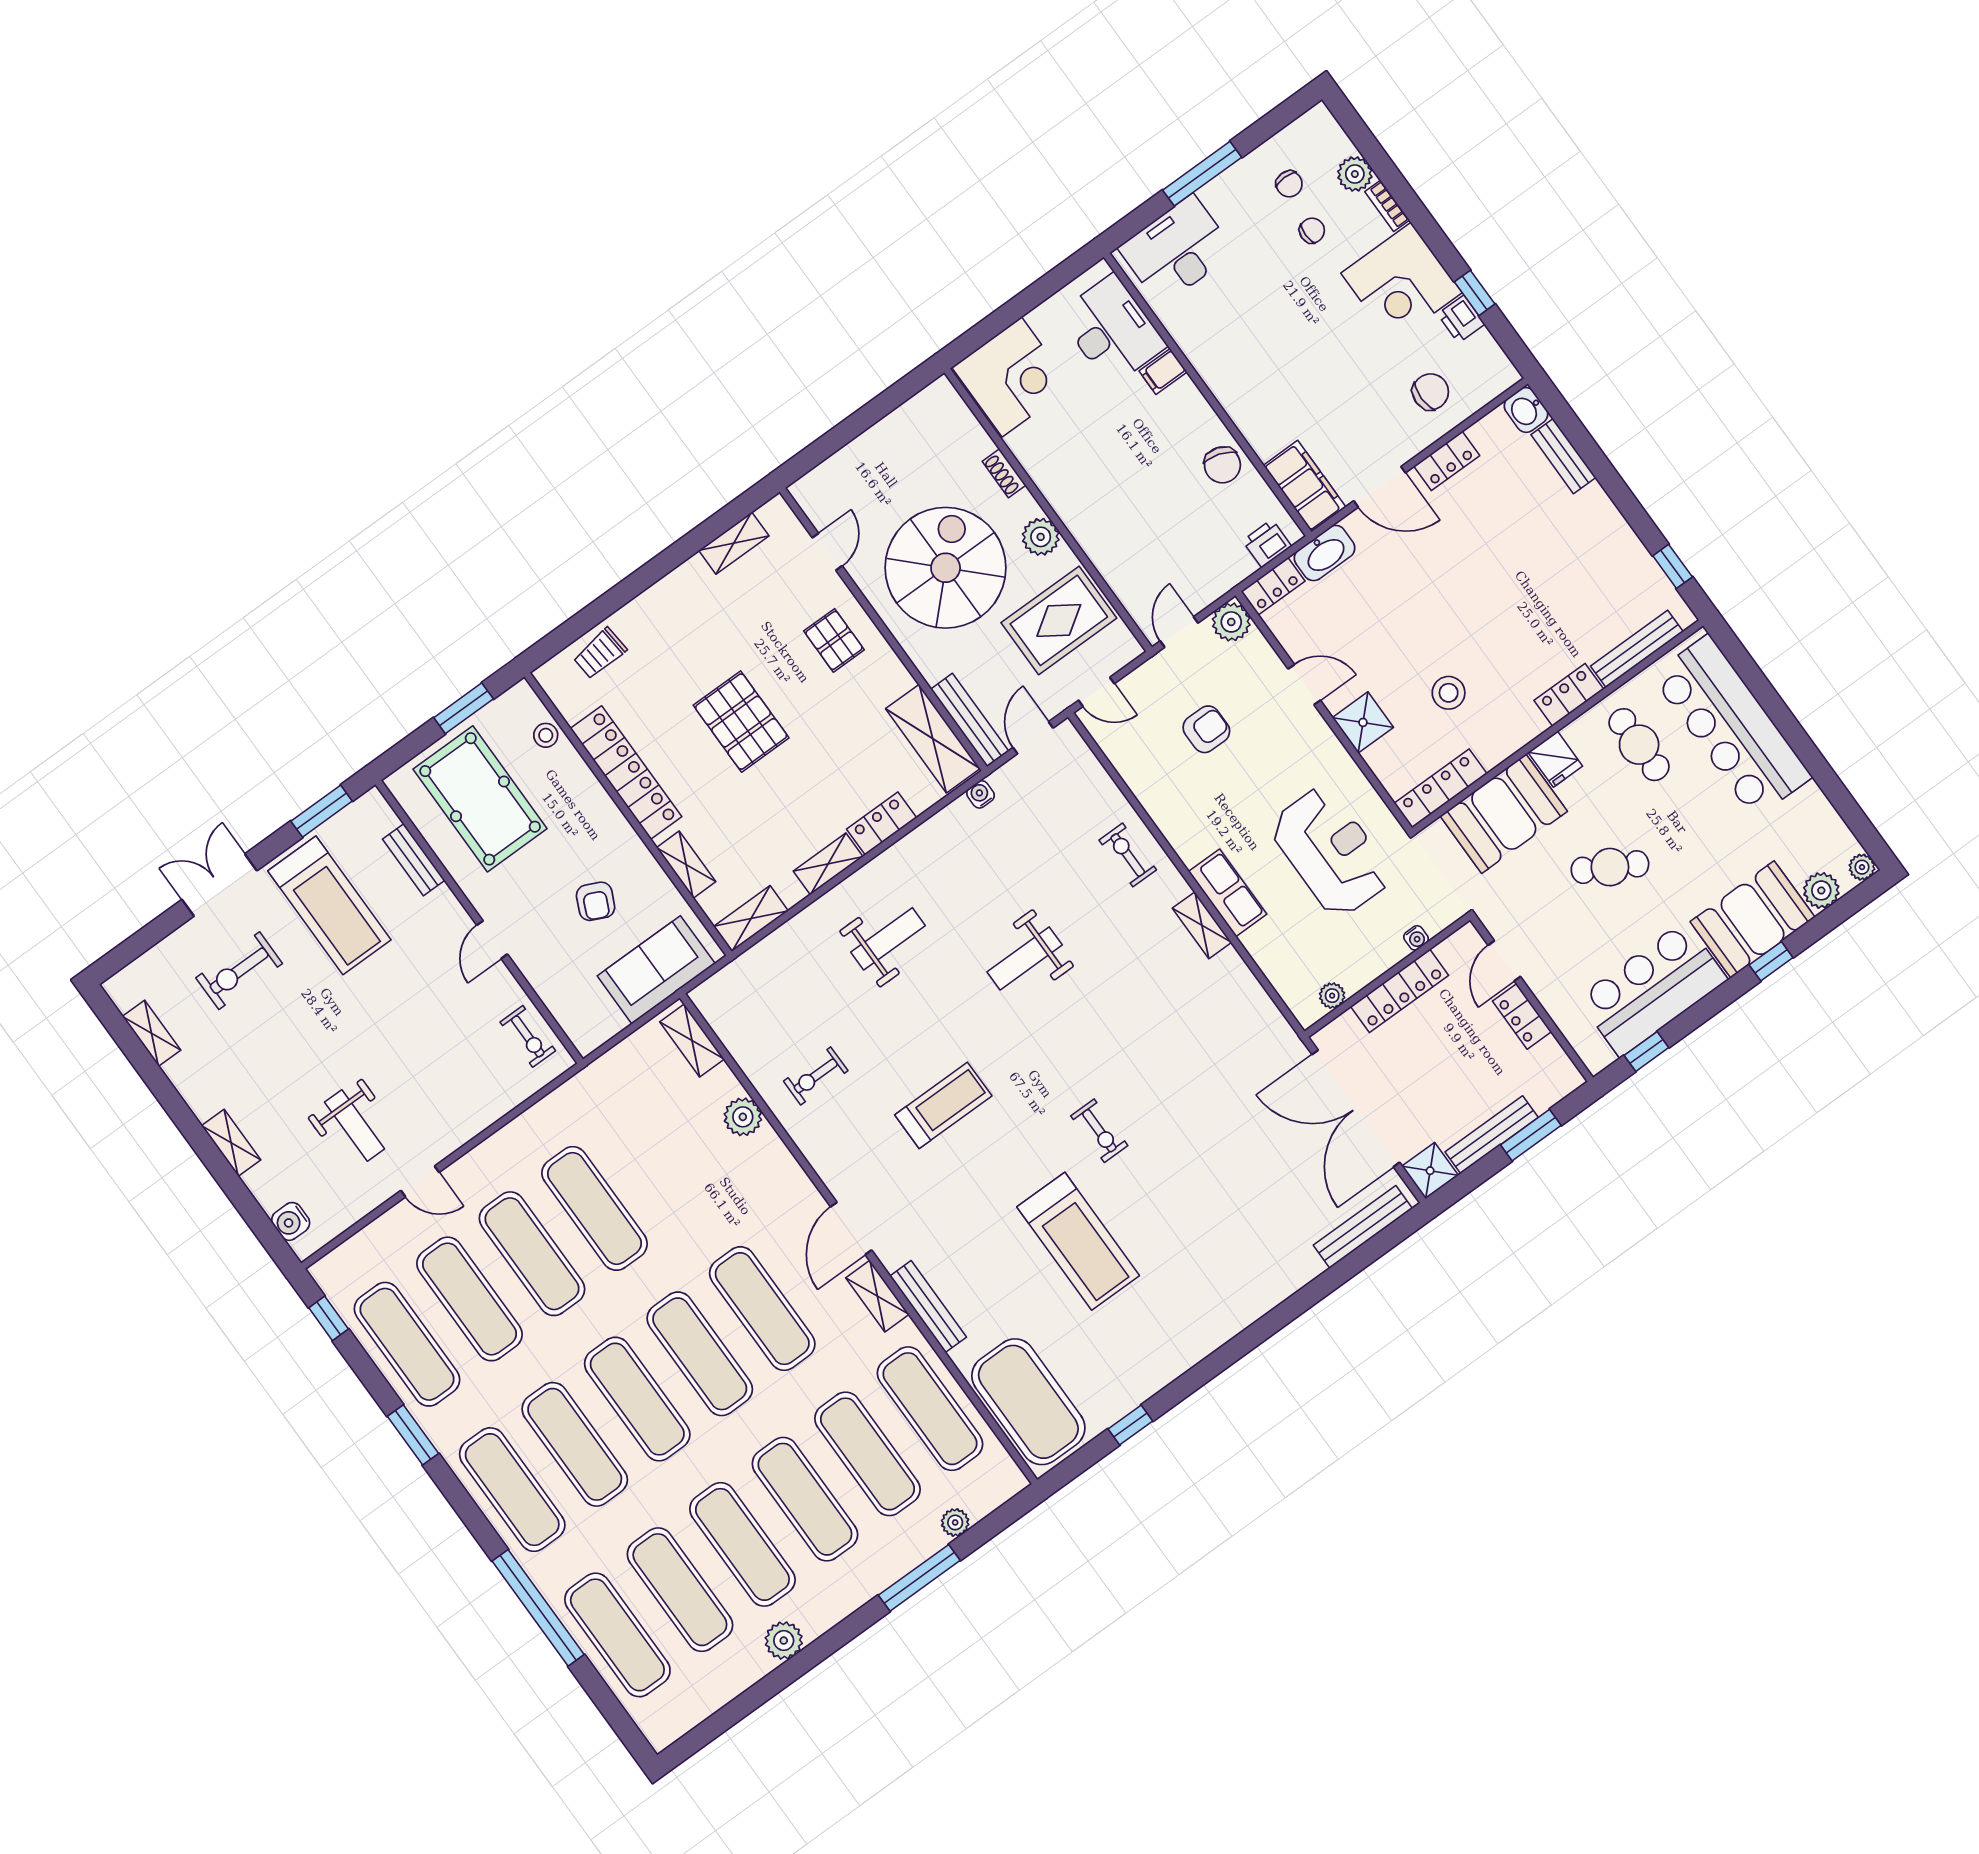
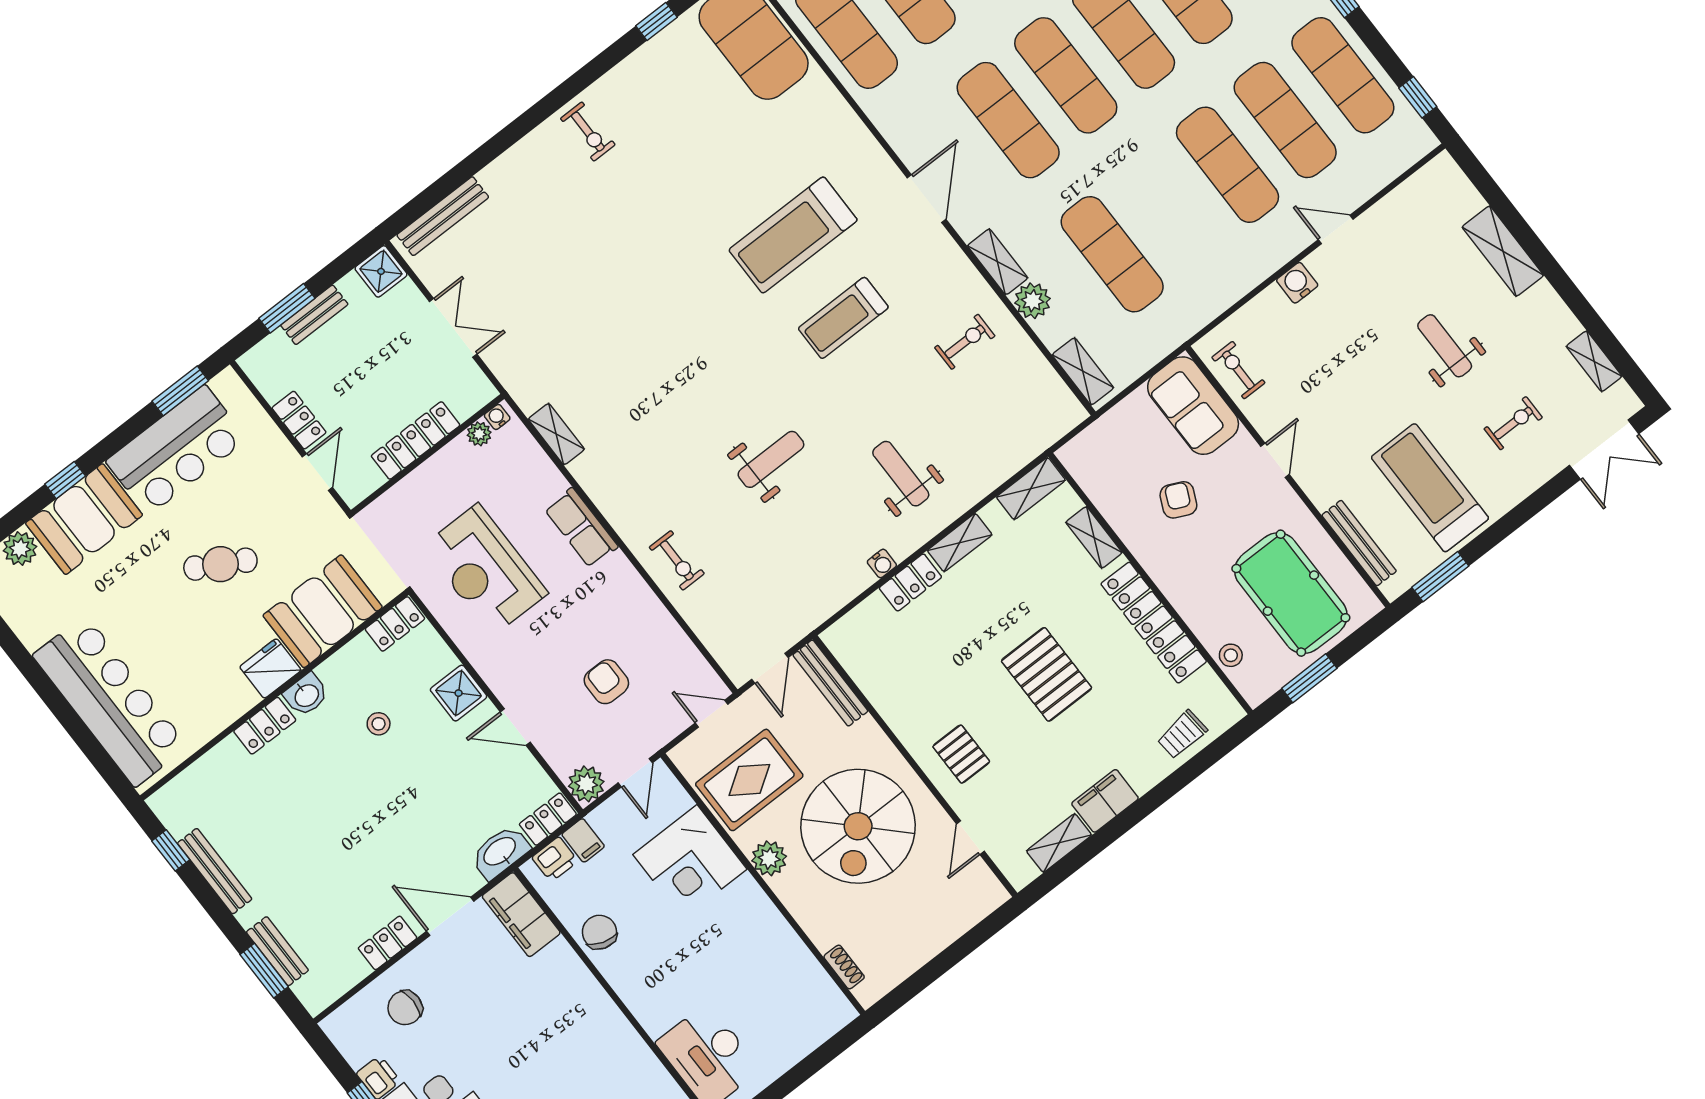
filing cabinet: (1163, 371) -> (583, 840), moved, turned 90
corner desk: (1012, 377) -> (690, 862), moved, turned -90
washbasin: (1526, 410) -> (306, 695), moved, turned 90
window: (1578, 436) -> (264, 971), added
shoe rack: (1004, 473) -> (844, 967), moved
filing cabinet: (684, 586) -> (1105, 801), added
bench: (1637, 649) -> (215, 871), moved, turned 90
trolley: (600, 653) -> (1182, 734), turned 180
stool: (1449, 693) -> (379, 724), width x0.73, depth x0.73
armchair: (1206, 729) -> (606, 682), turned 90
shelving: (933, 739) -> (865, 664), removed
cafe table: (1639, 745) -> (197, 681), removed
fridge: (1555, 759) -> (270, 668), width x1.38
locker: (1441, 788) -> (395, 624), width x0.66
water cooler: (980, 794) -> (882, 563), moved
bench: (414, 860) -> (1359, 543), width x1.36
double door: (219, 885) -> (1604, 450), moved
shelving: (1202, 925) -> (556, 434), moved
water cooler: (1416, 938) -> (497, 417), moved
weight bench: (888, 939) -> (901, 474), turned 90
sofa: (656, 970) -> (1193, 406), moved, turned 90
exercise bike: (239, 971) -> (1513, 423), width x0.73, depth x0.72
window: (1646, 1051) -> (180, 391), width x1.50
double door: (1356, 1108) -> (453, 328), width x0.54
weight bench: (355, 1126) -> (1445, 346), moved
exercise bike: (1099, 1131) -> (588, 132), moved, turned 180
bench: (1492, 1135) -> (314, 315), width x0.73
shelving: (231, 1143) -> (1503, 251), width x1.50, depth x1.33
exercise mat: (595, 1208) -> (1112, 254), moved
water cooler: (291, 1221) -> (1297, 283), moved, turned -90
treadmill: (1078, 1241) -> (793, 235), moved, turned -90
shelving: (877, 1296) -> (998, 262), moved
bench: (928, 1307) -> (851, 127), removed

